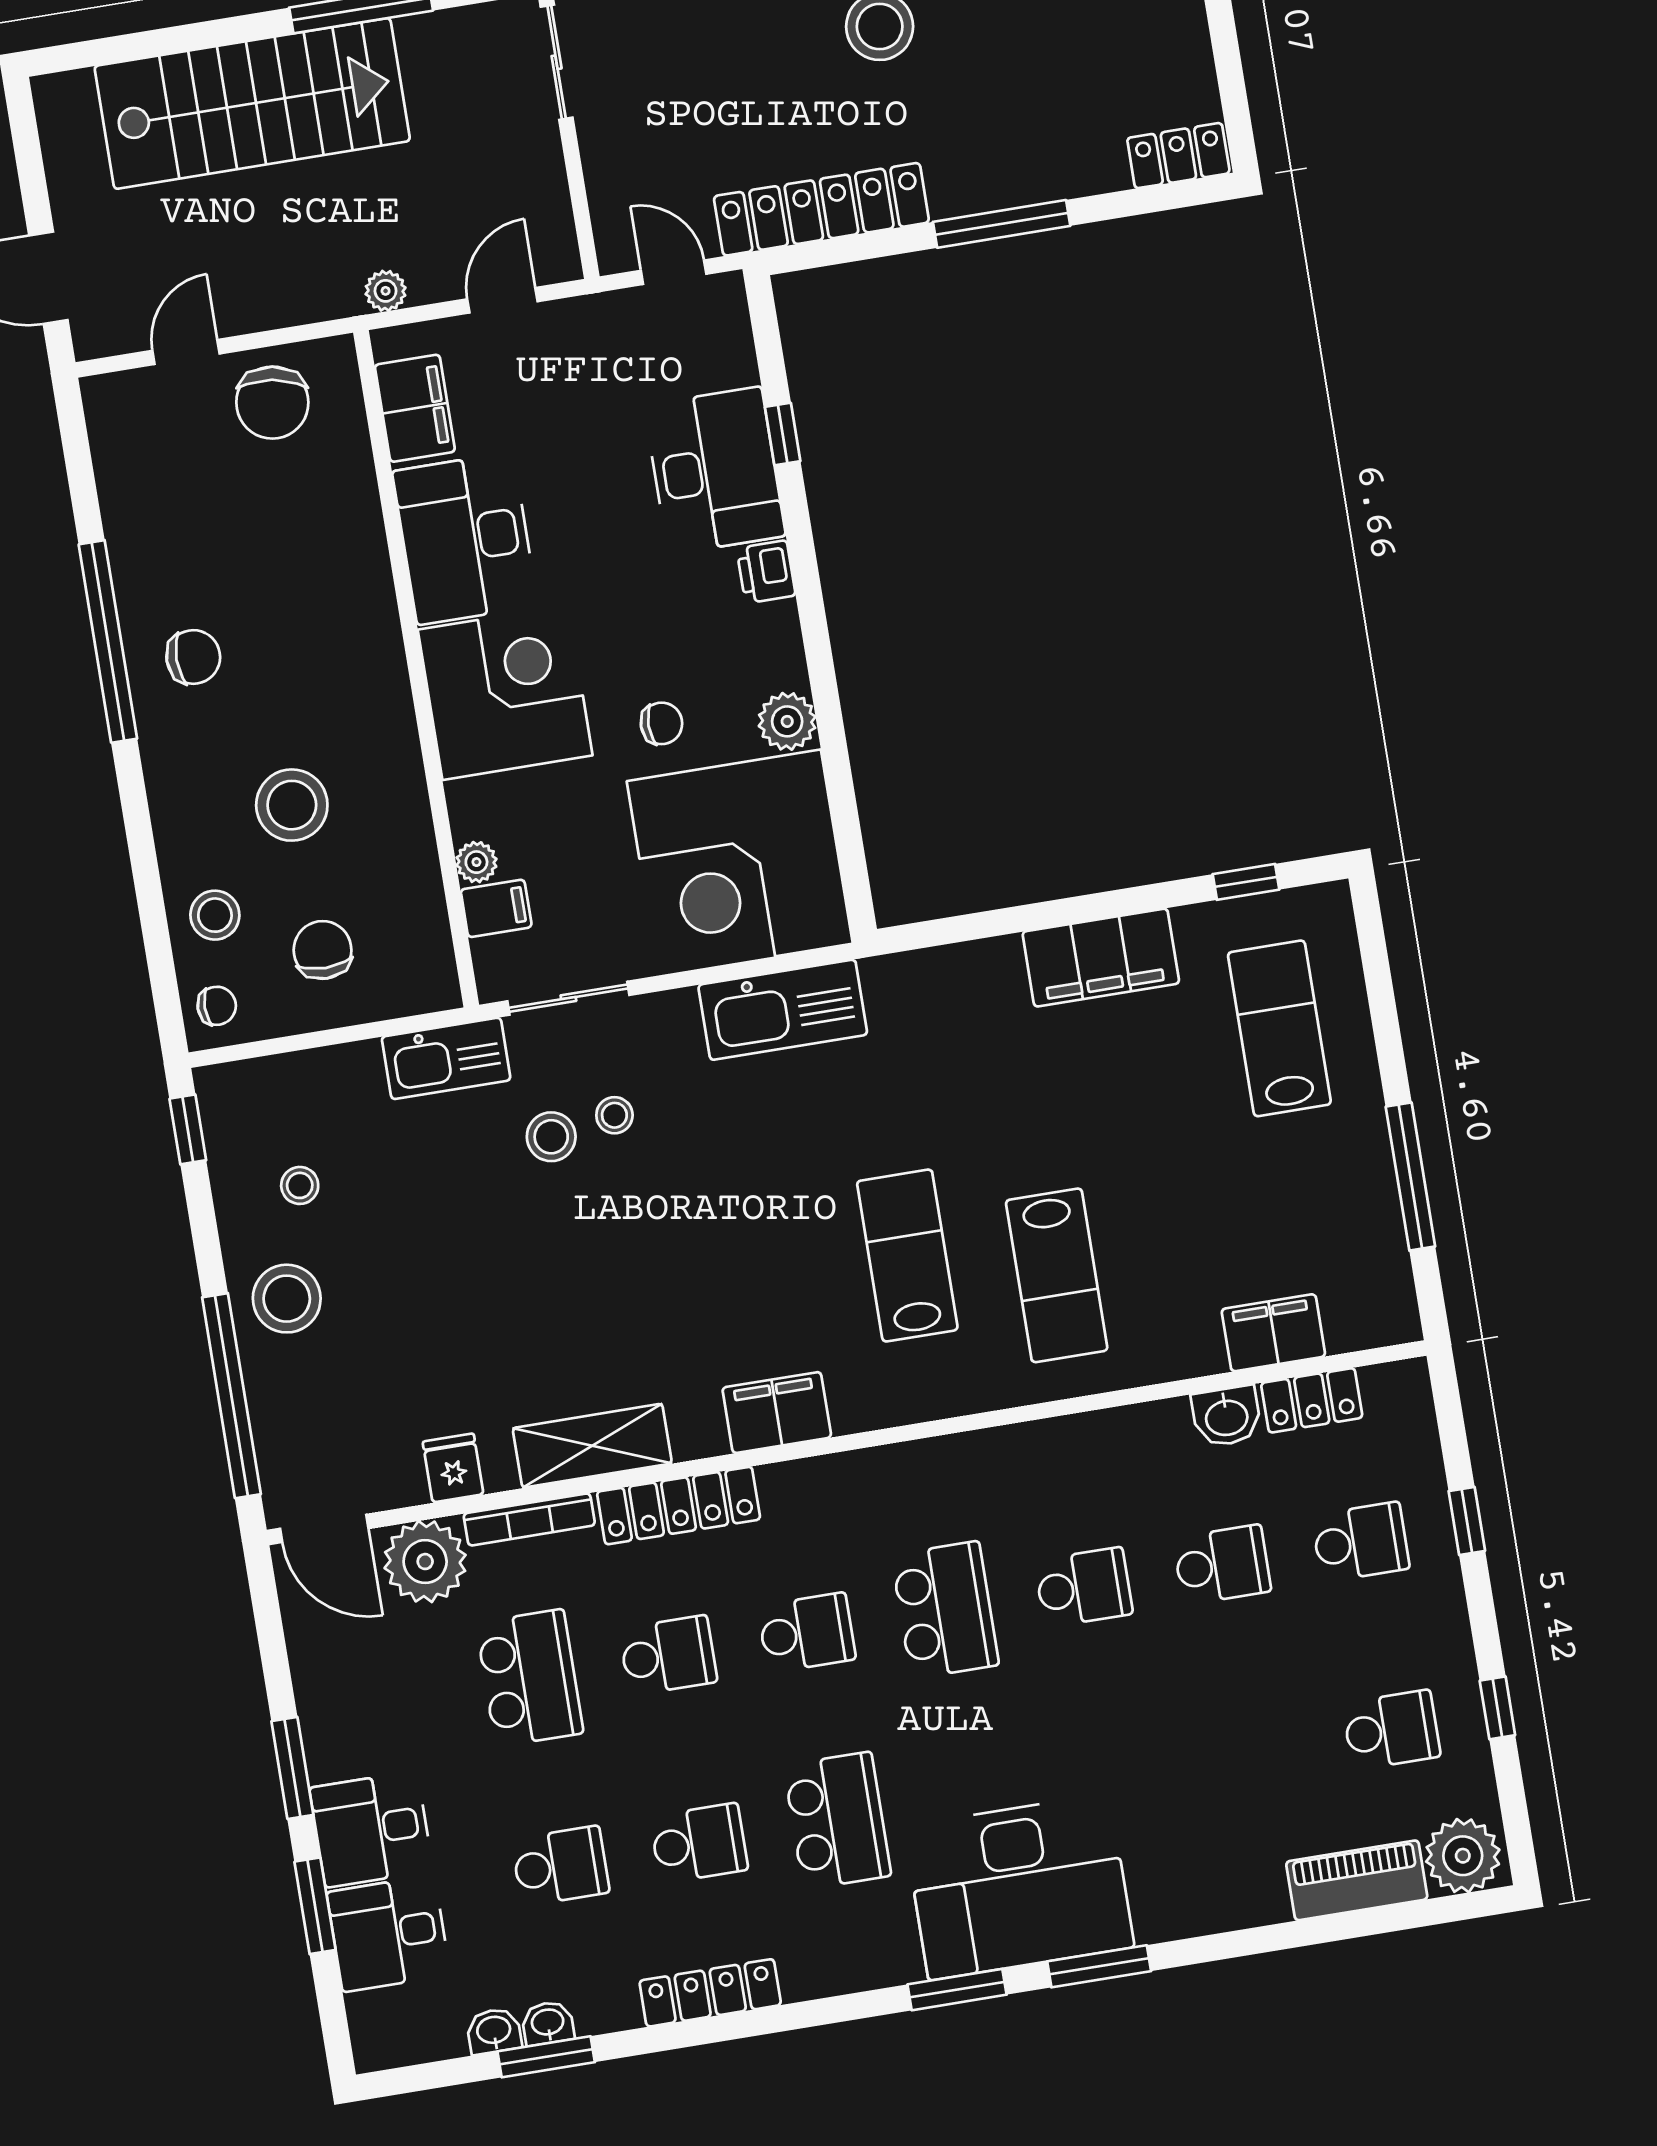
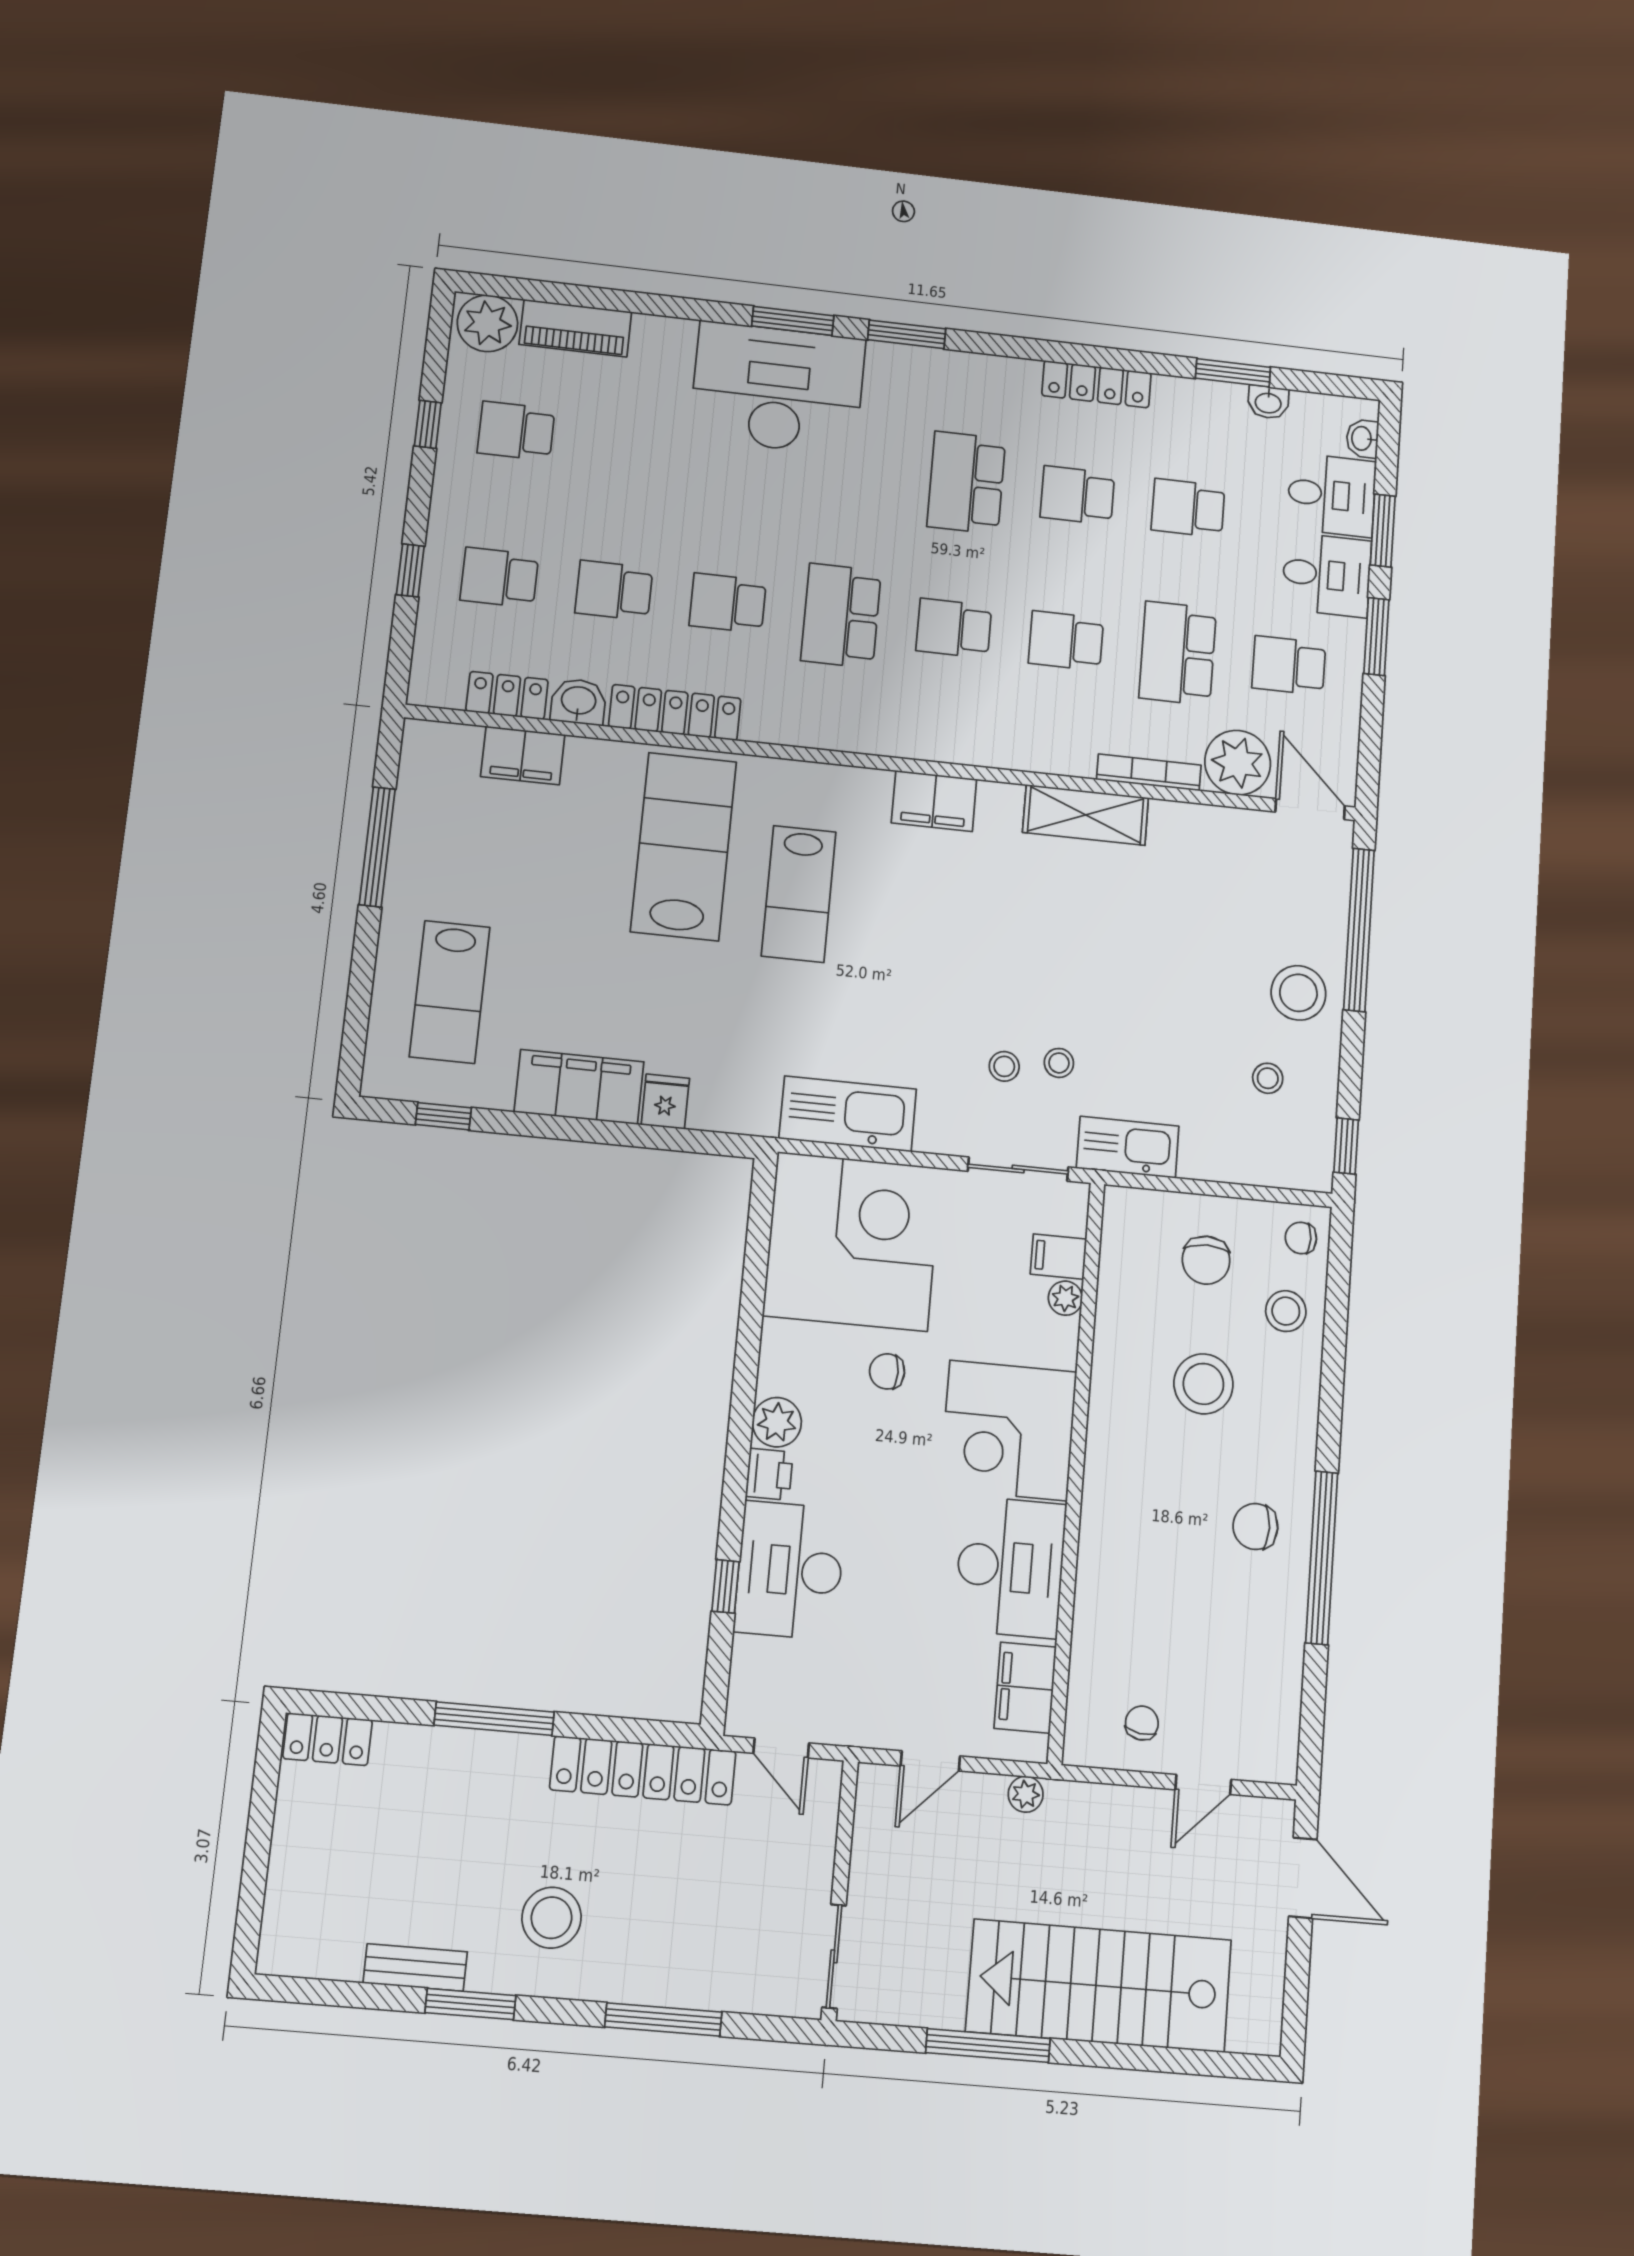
chair: (272, 403) -> (1142, 1723), width x0.54, depth x0.54
plant: (787, 721) -> (777, 1422), moved
stool: (551, 1137) -> (1059, 1063), width x0.73, depth x0.73
lab bench: (1057, 1275) -> (684, 846), width x1.36, depth x1.39
fridge: (453, 1468) -> (665, 1102), moved, turned 180
locker: (679, 1506) -> (675, 712), moved
school desk: (391, 1701) -> (1289, 666), added
desk: (1019, 1887) -> (778, 388), moved
washbasin: (548, 2023) -> (1362, 439), moved, turned 90

